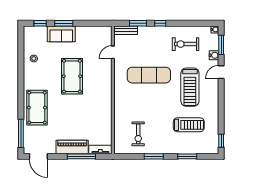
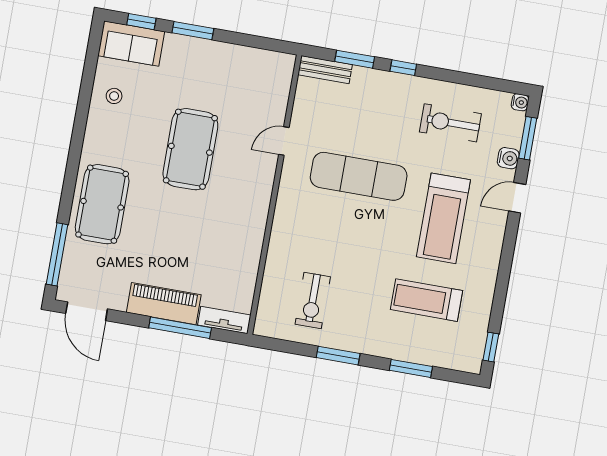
sofa: (61, 34) -> (131, 44), moved
door: (113, 52) -> (284, 141), moved
treadmill: (189, 125) -> (426, 300), turned 180

